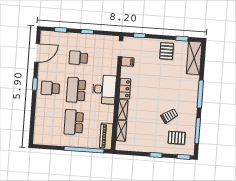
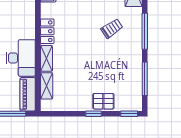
desk: (104, 89) -> (21, 58), moved
trolley: (169, 116) -> (112, 28), moved
pallet: (177, 138) -> (103, 101), moved

